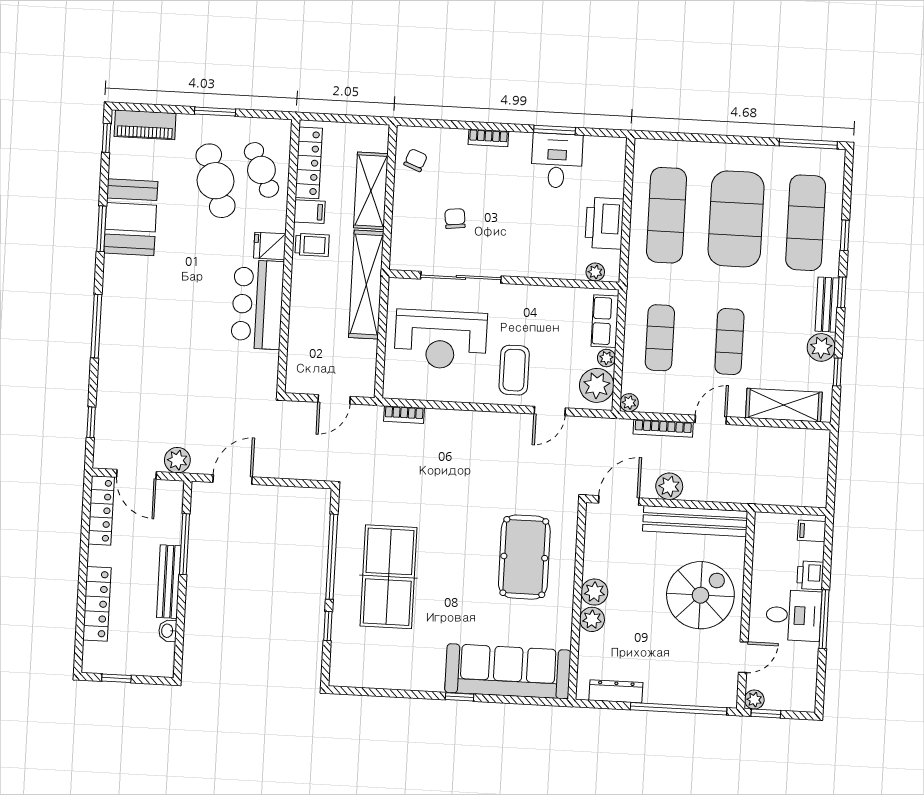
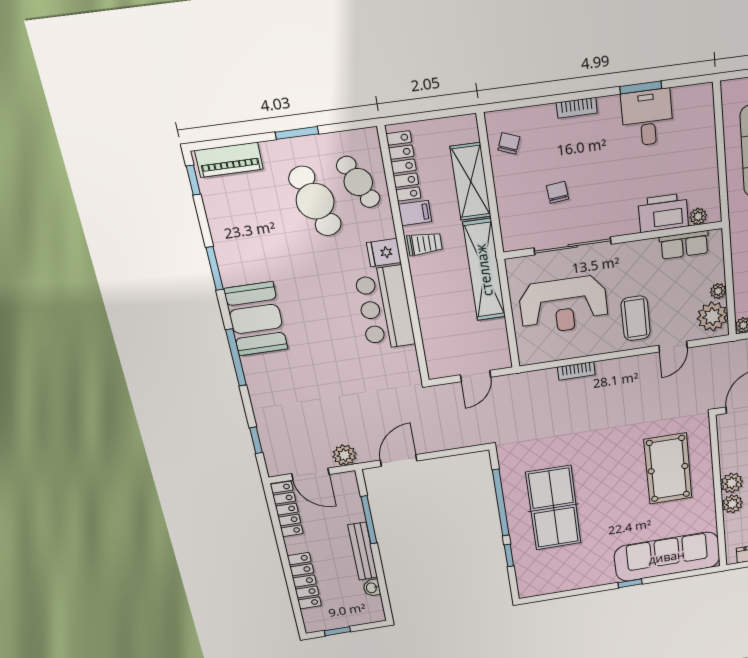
booth: (131, 217) -> (256, 319), moved
printer: (604, 223) -> (663, 213), moved, turned 90
row of seats: (605, 321) -> (684, 245), moved, turned -90
bookcase: (404, 415) -> (576, 371), moved

